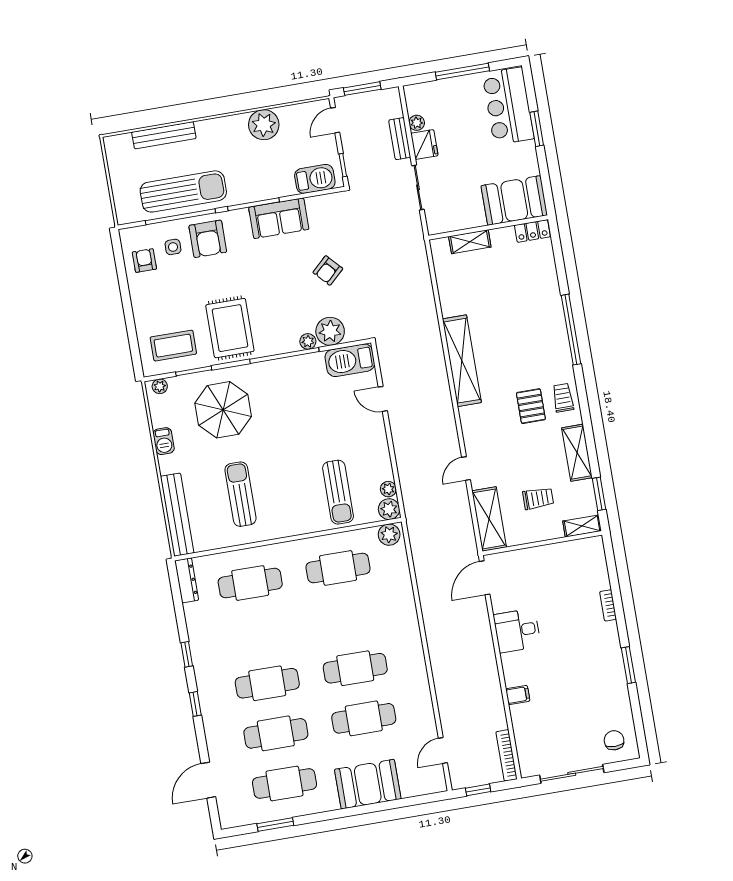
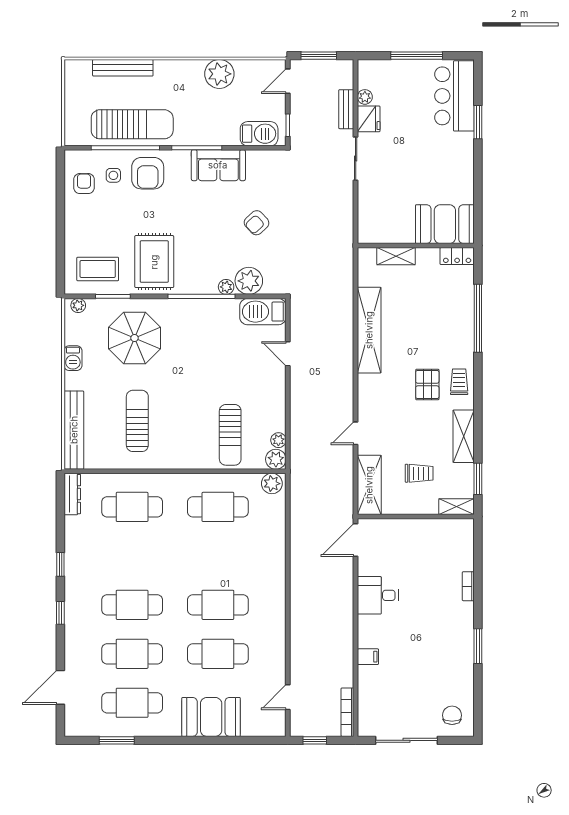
booth: (514, 200) -> (445, 224), moved
wall: (488, 227) -> (416, 246), moved
locker: (532, 231) -> (457, 256), moved
shelving: (470, 242) -> (396, 256), moved

